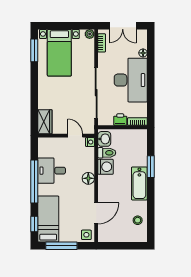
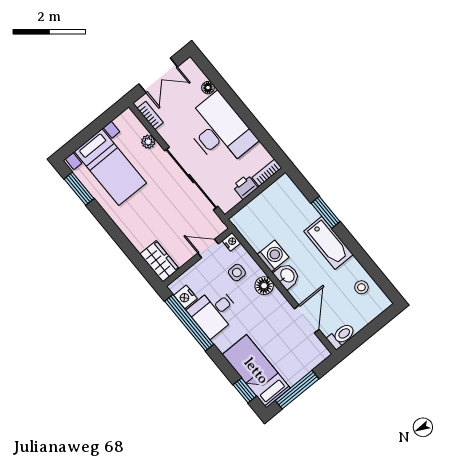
plant: (90, 34) -> (148, 142), moved
washbasin: (104, 139) -> (287, 276), moved
nightstand: (43, 151) -> (186, 297), added
toilet: (107, 153) -> (341, 336), moved
window: (34, 182) -> (189, 323), moved
side table: (86, 235) -> (237, 273), moved

